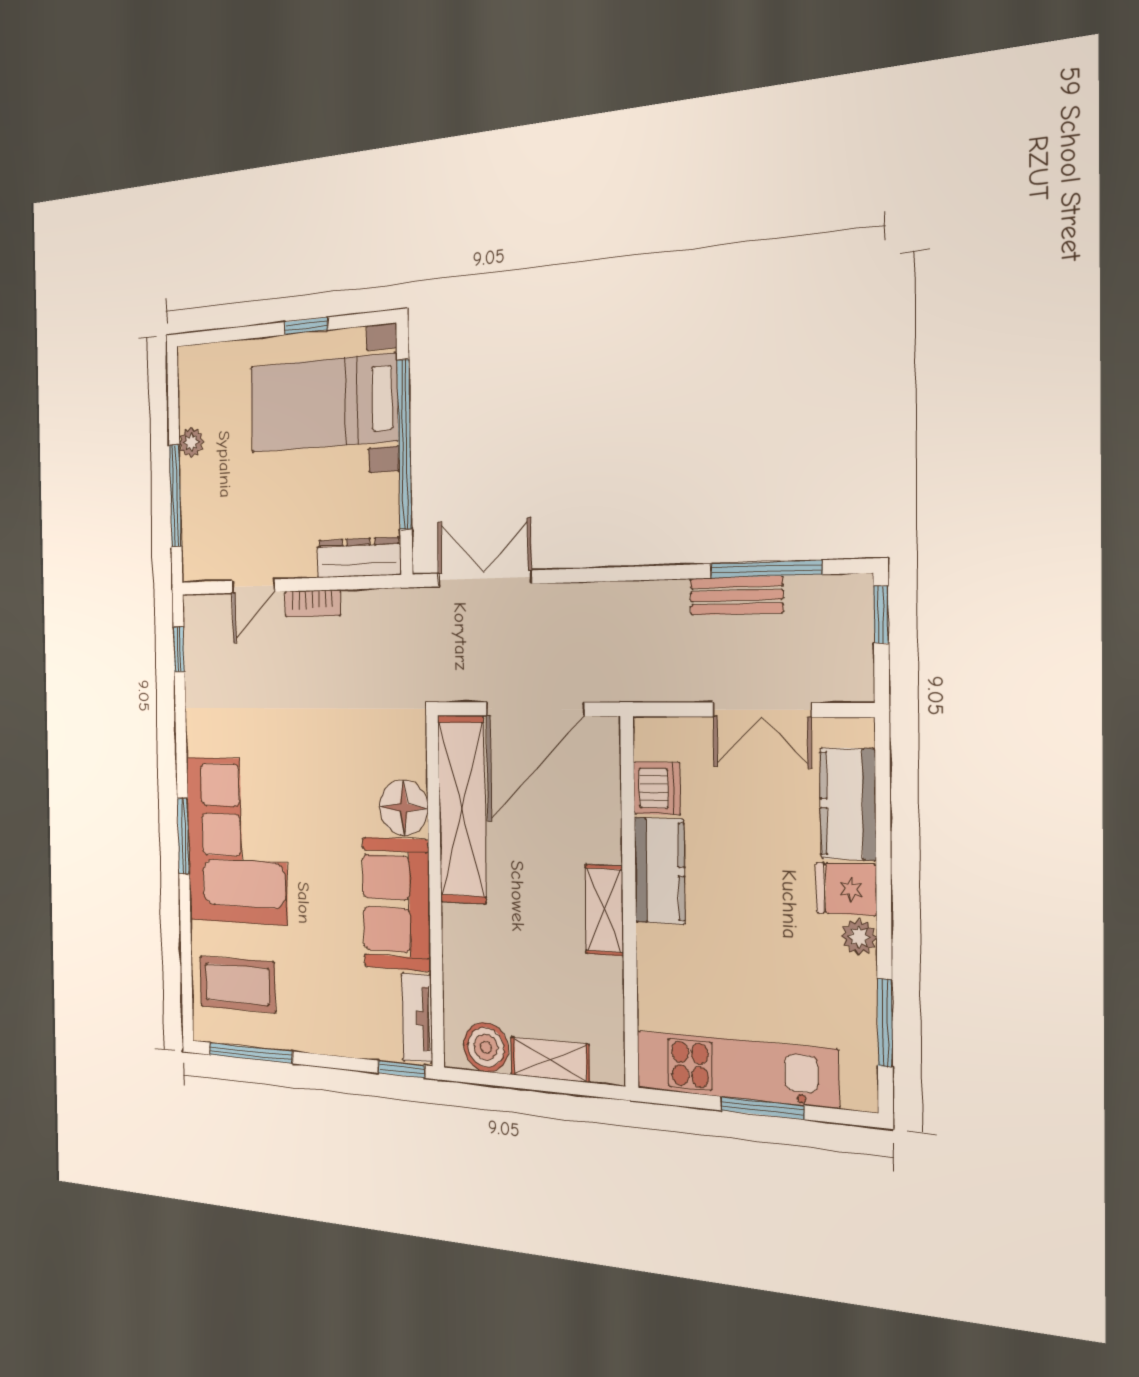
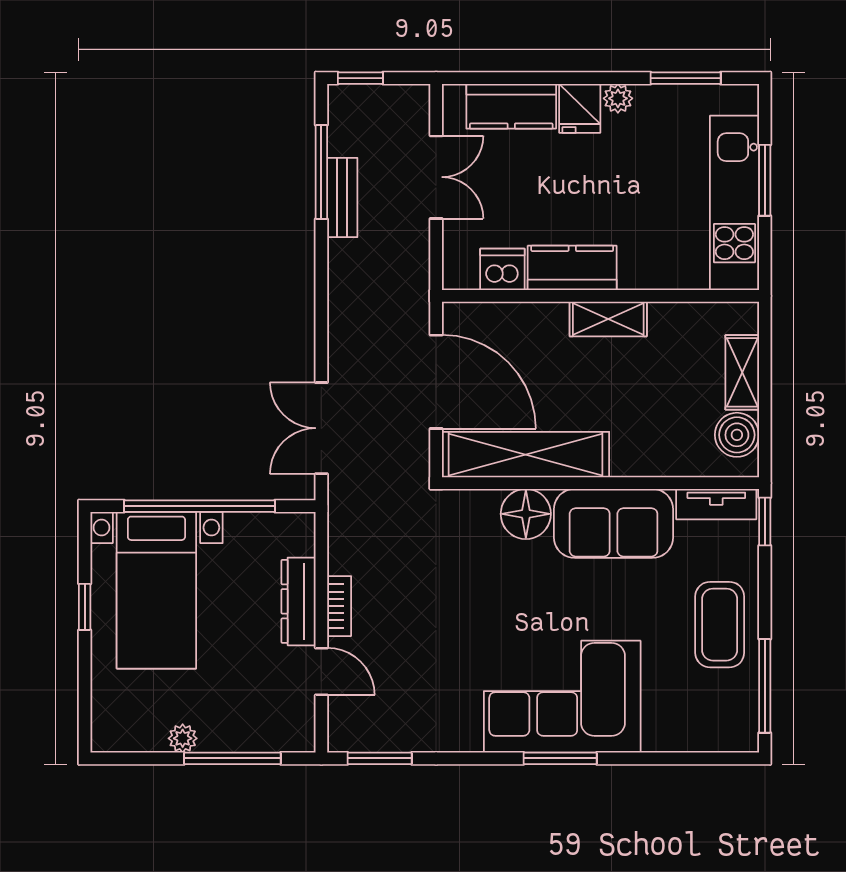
dresser: (359, 557) -> (299, 601), moved
window: (179, 649) -> (380, 758), width x1.50
coffee table: (237, 984) -> (720, 625), moved

